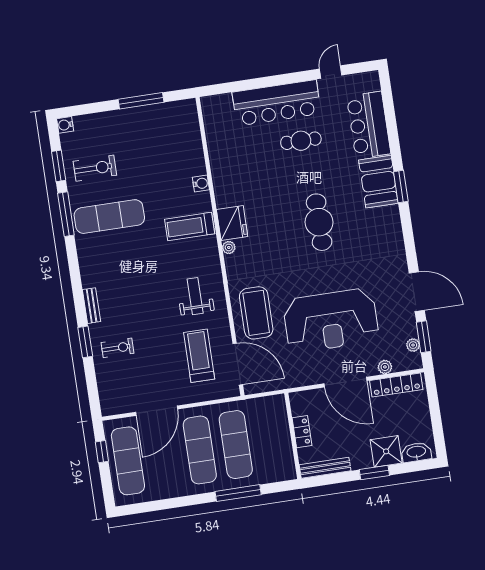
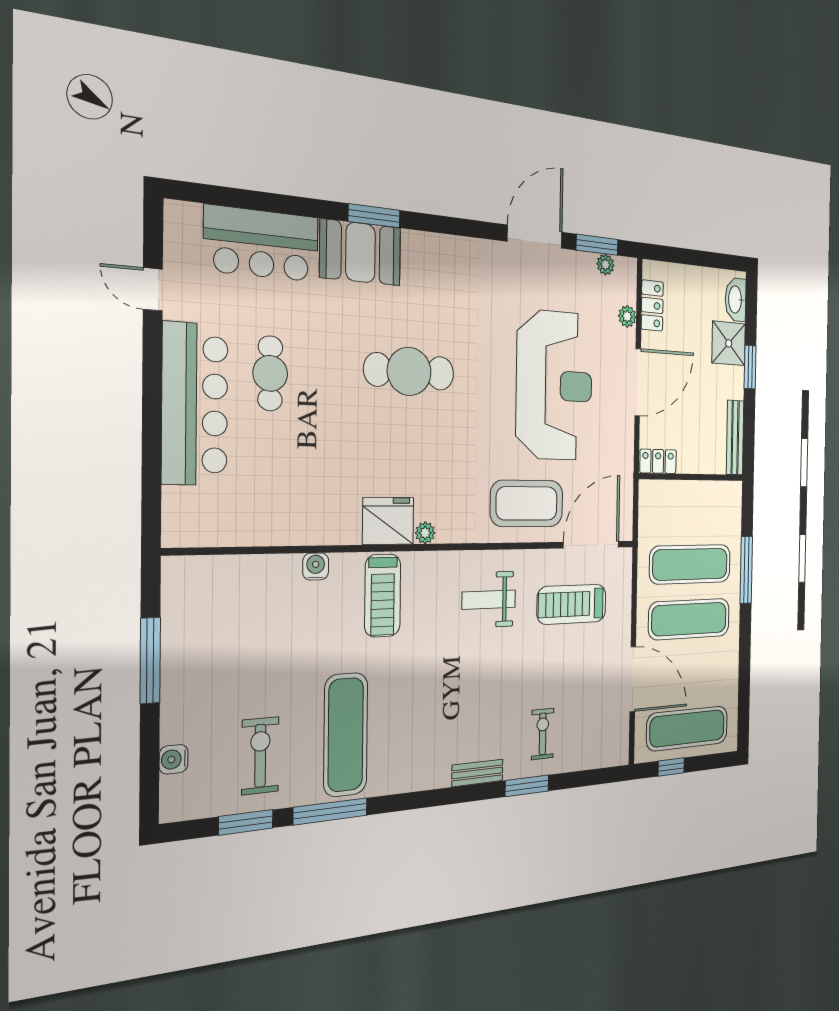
water cooler: (65, 125) -> (174, 759), moved, turned 90
locker: (396, 385) -> (652, 306), width x0.66
locker: (302, 432) -> (658, 461), moved

